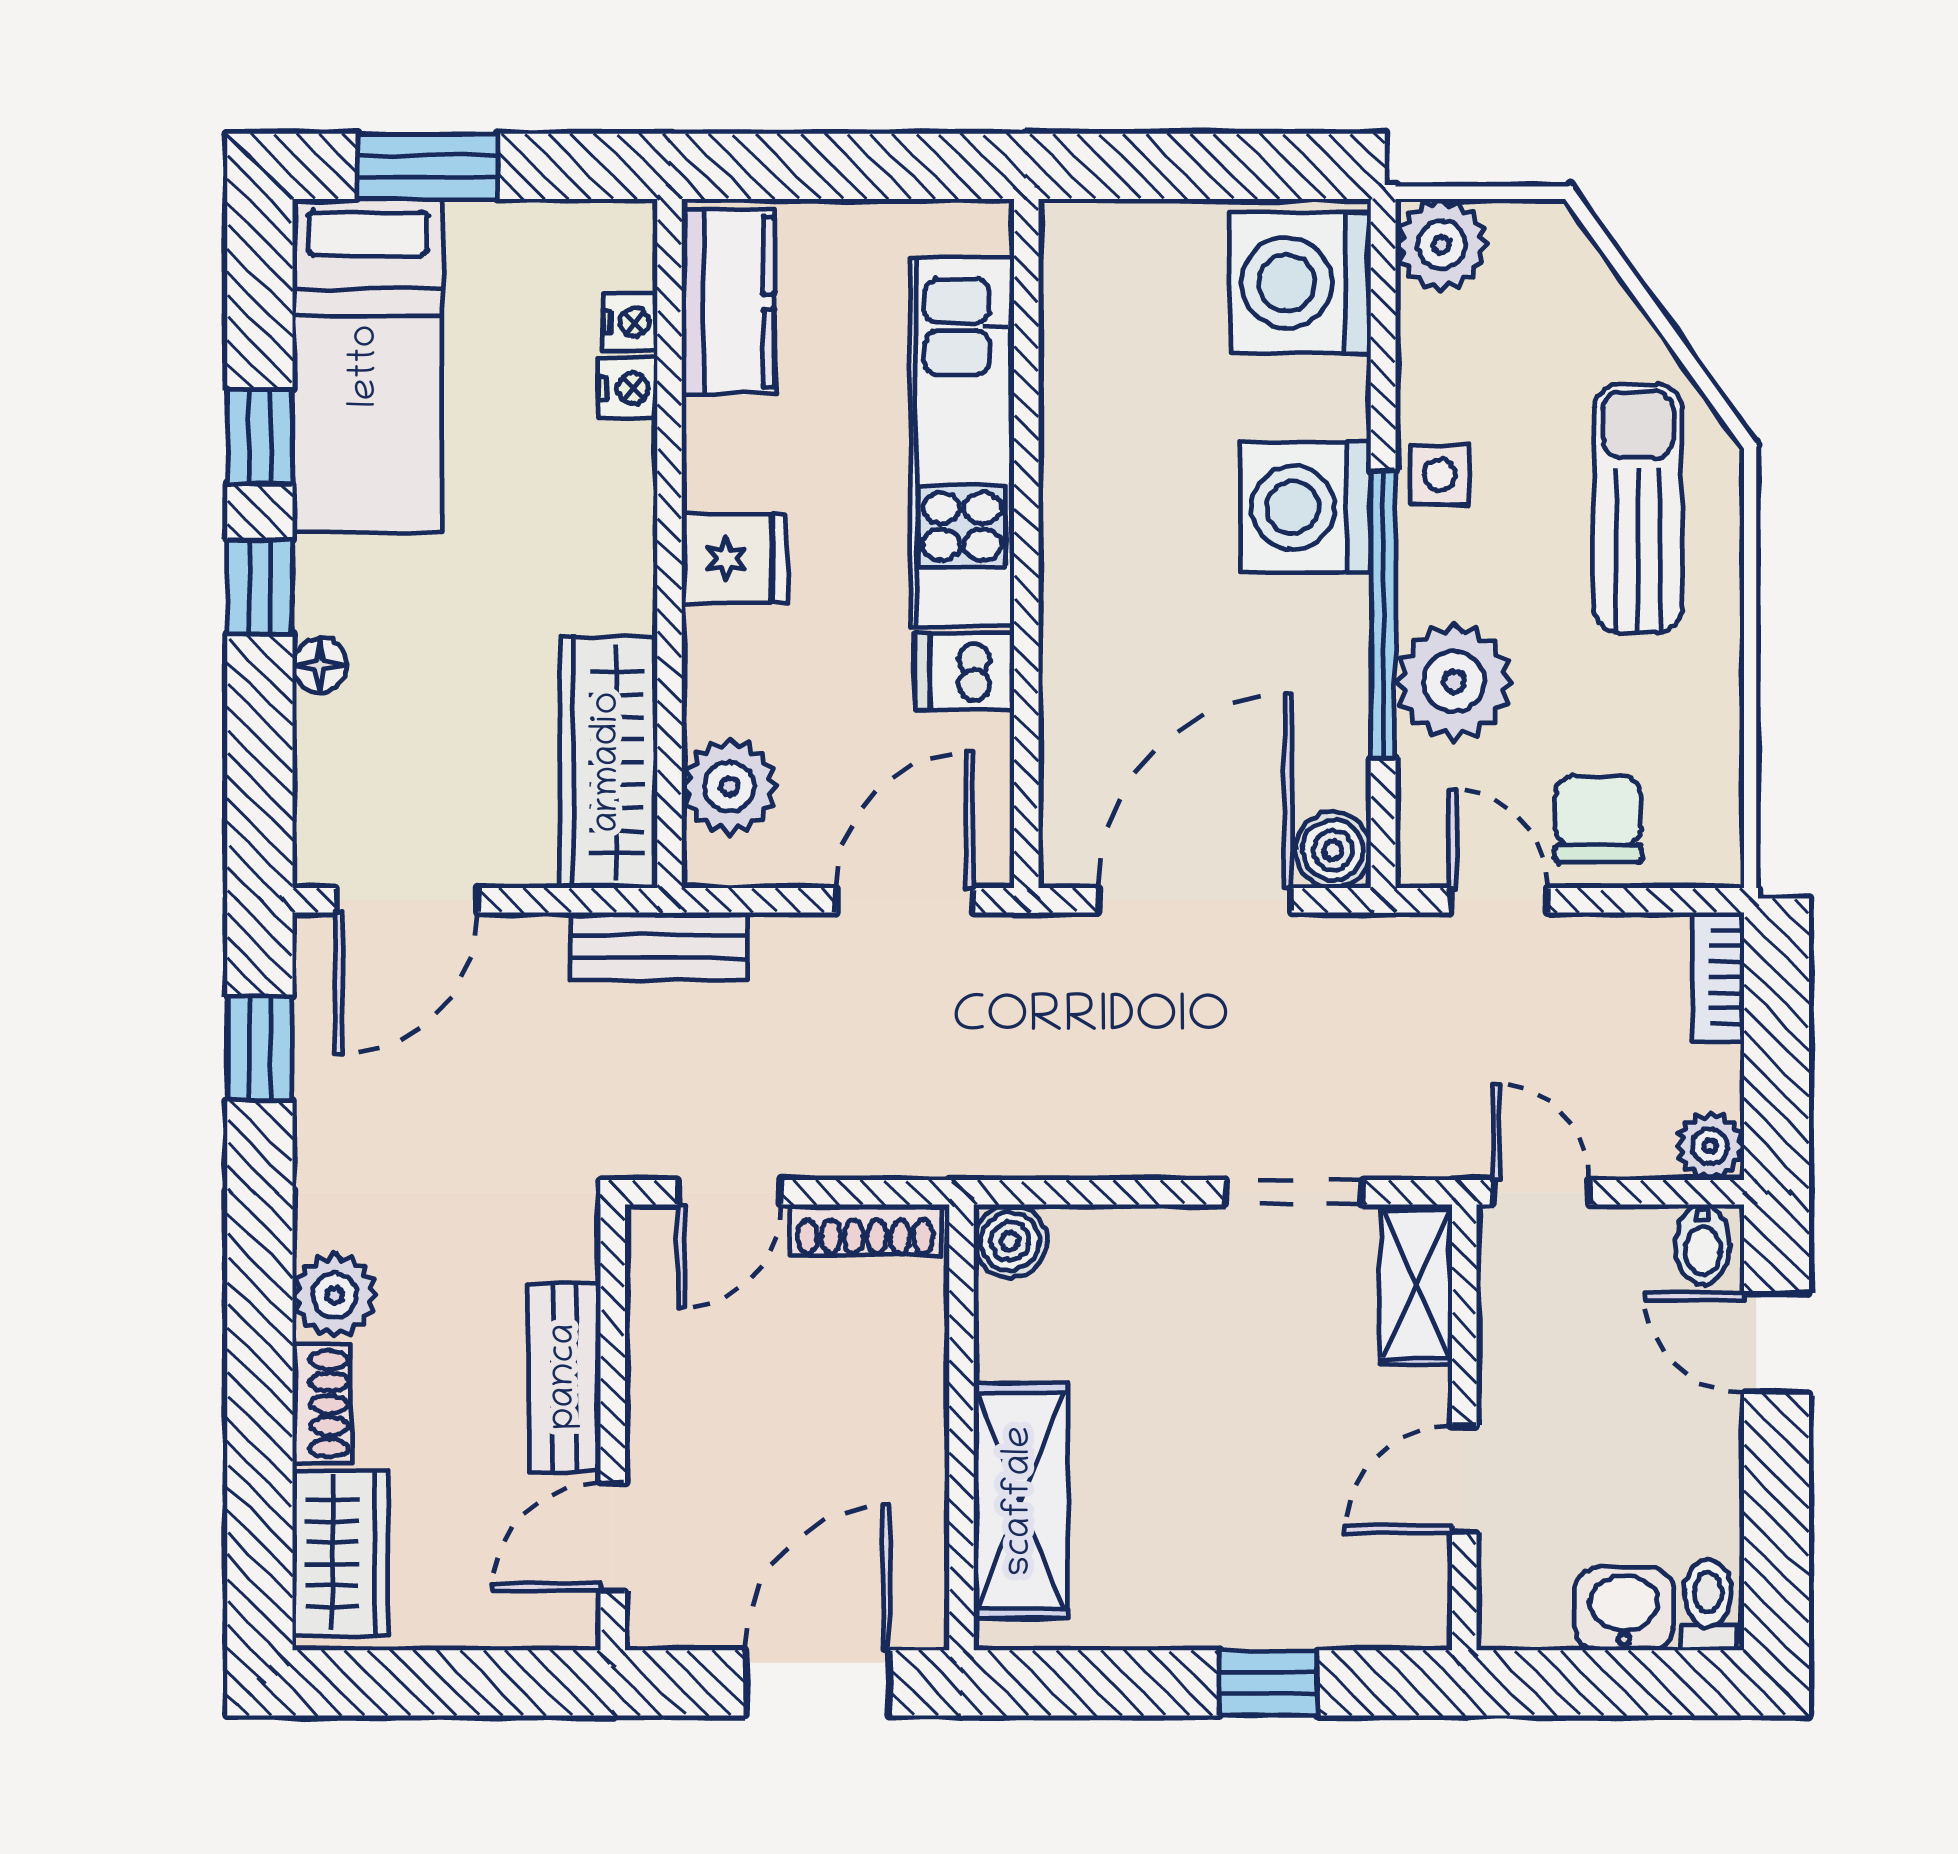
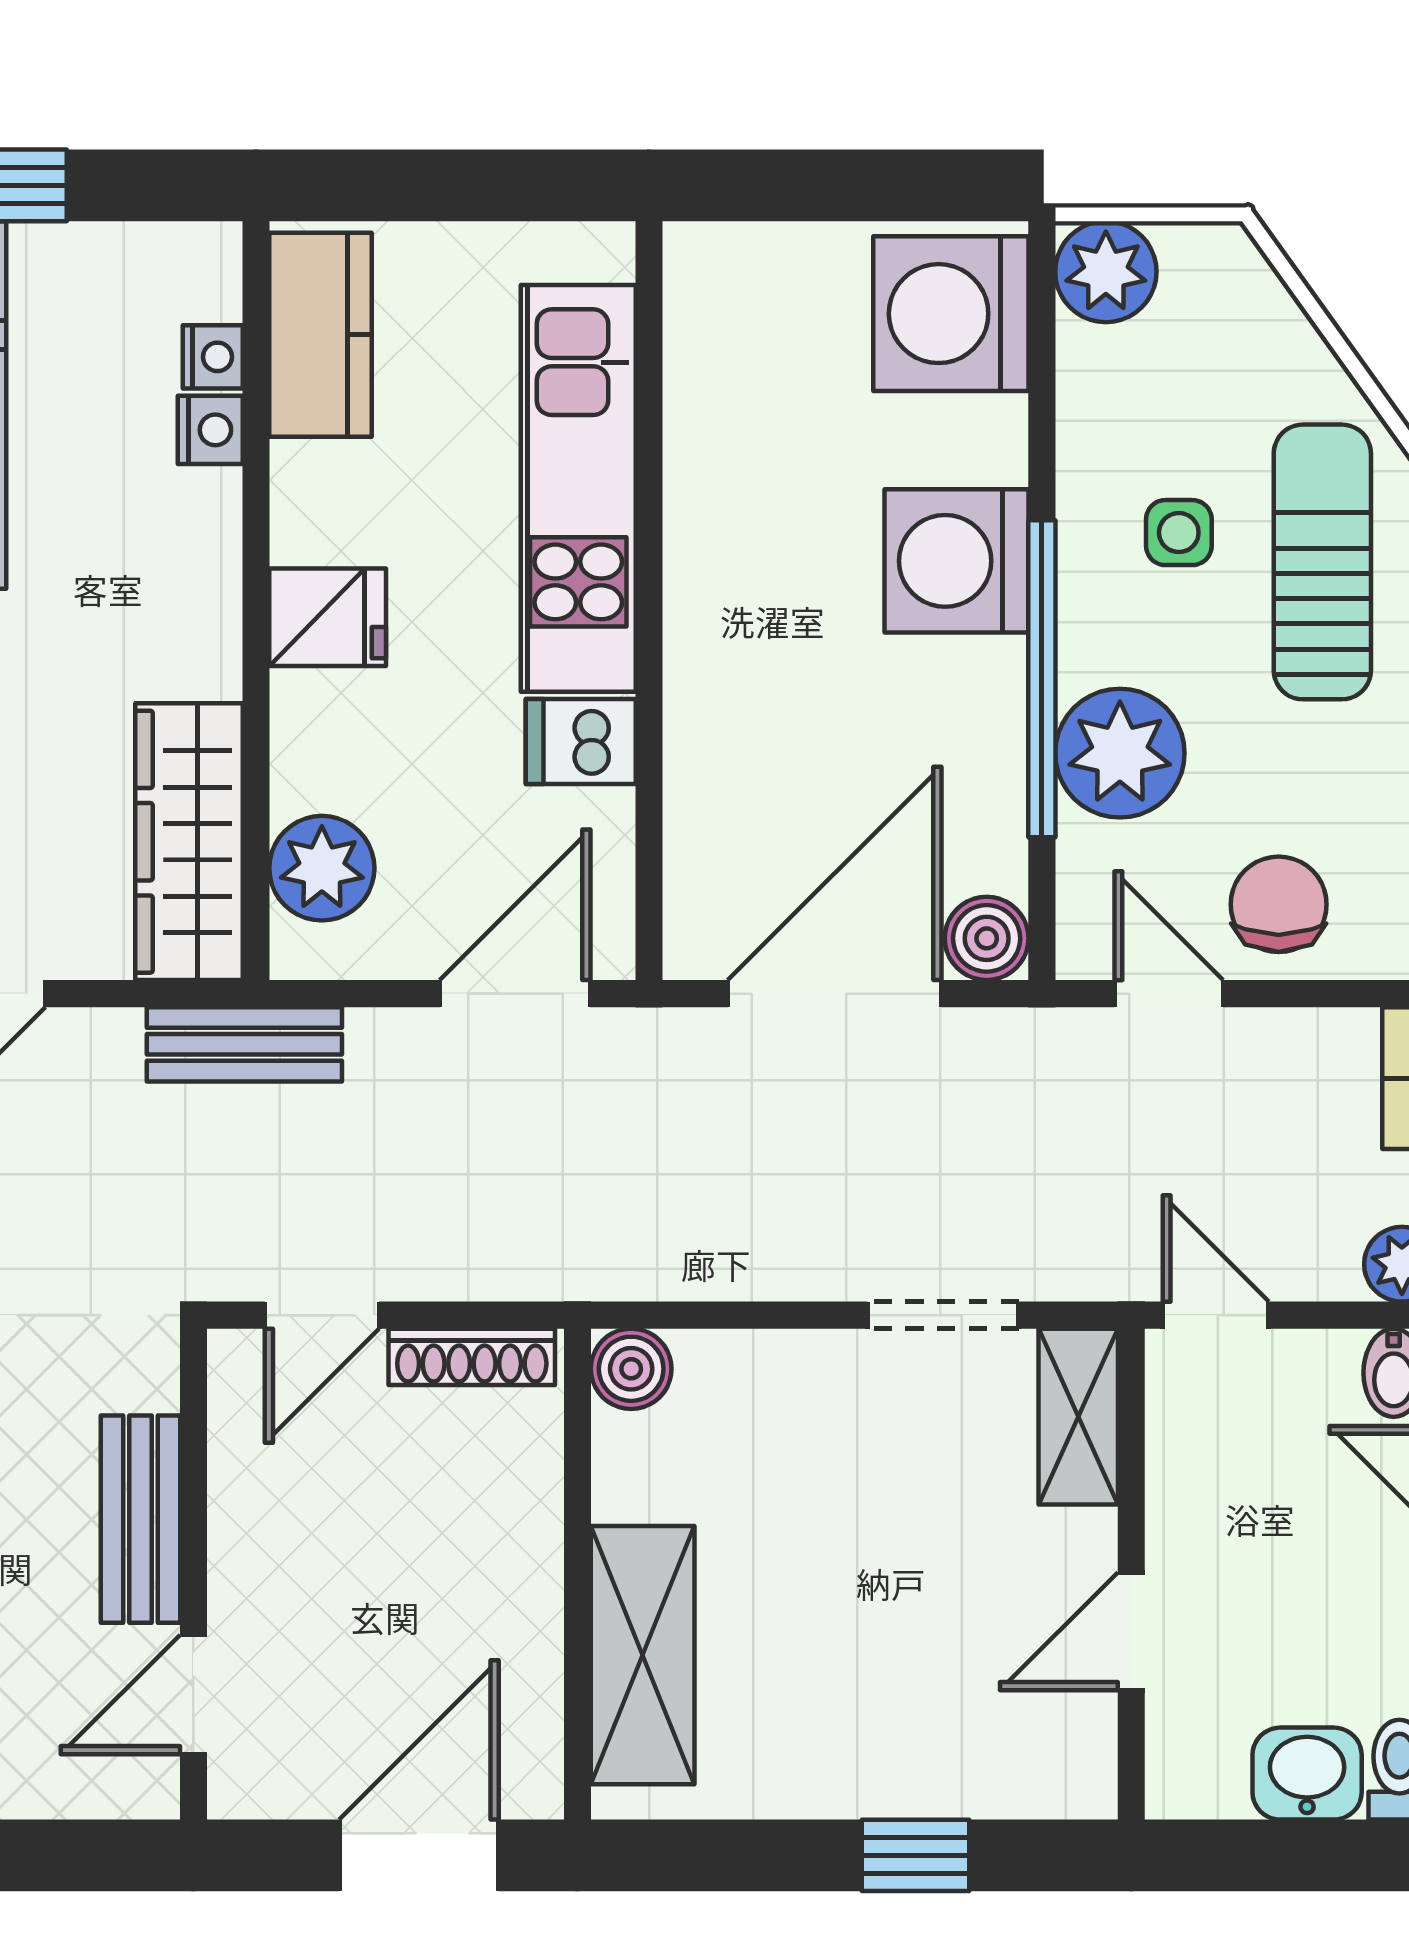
side table: (1440, 475) -> (1179, 533), moved

